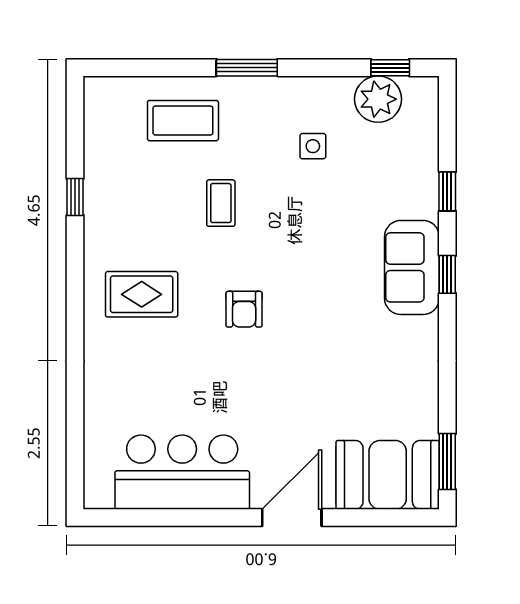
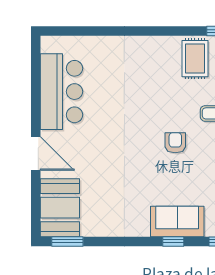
rug: (142, 294) -> (195, 59), moved
armchair: (244, 309) -> (175, 143), moved, turned 90

